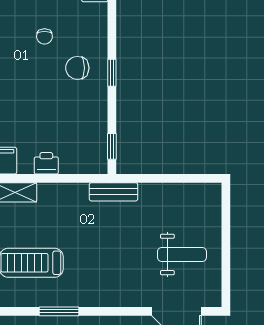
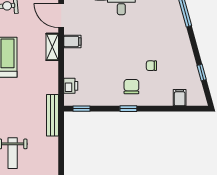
printer: (46, 163) -> (71, 86), moved
bench: (113, 192) -> (53, 115), width x1.36

